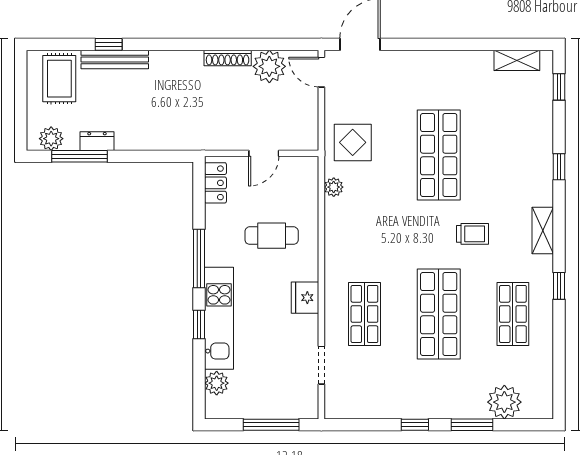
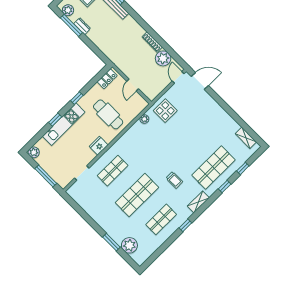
window: (559, 87) -> (243, 168), moved
door: (264, 153) -> (133, 85), hinge flipped
shop shelf: (439, 155) -> (213, 167), moved
cafe table: (272, 236) -> (108, 114), width x1.37, depth x1.35
window: (199, 258) -> (77, 98), width x0.46
plant: (217, 383) -> (34, 152), moved
window: (415, 425) -> (93, 223), removed

